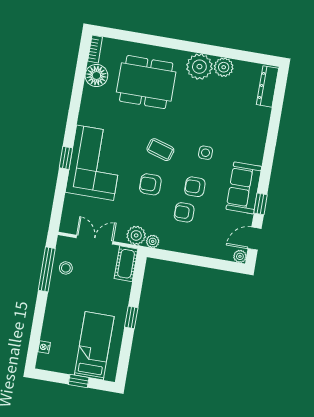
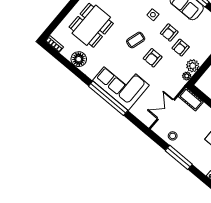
floor lamp: (96, 76) -> (79, 59), moved
window: (66, 158) -> (108, 98), width x3.17
plant: (136, 235) -> (193, 66), moved
window: (47, 269) -> (179, 157), moved

